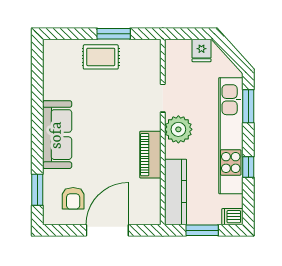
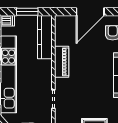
plant: (178, 129) -> (43, 78), removed

